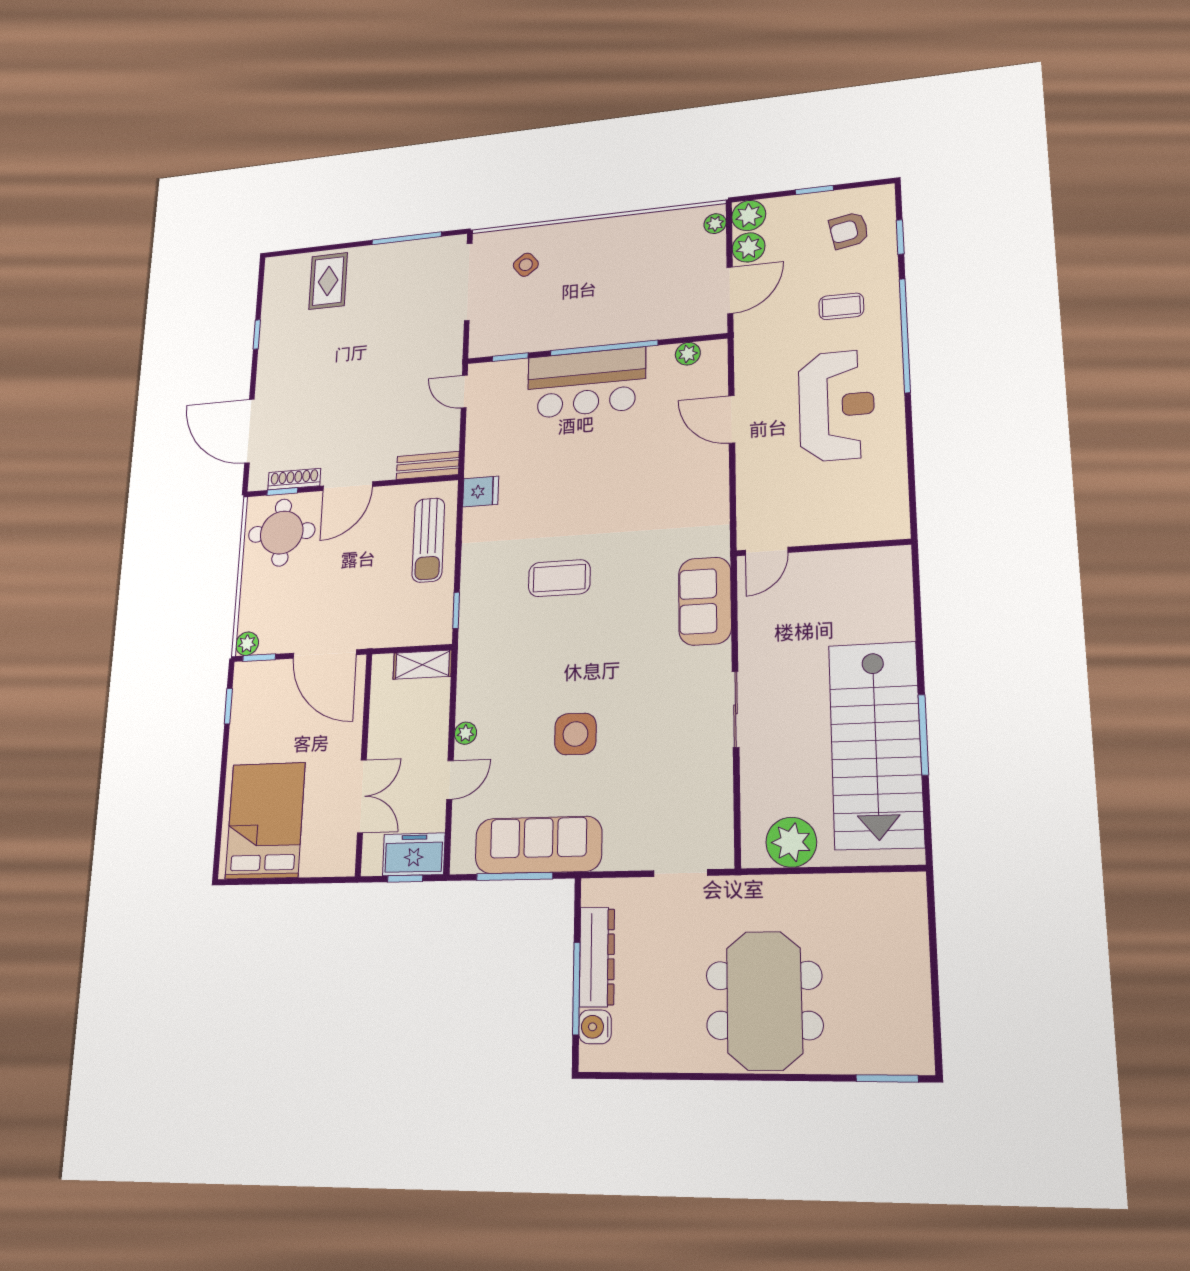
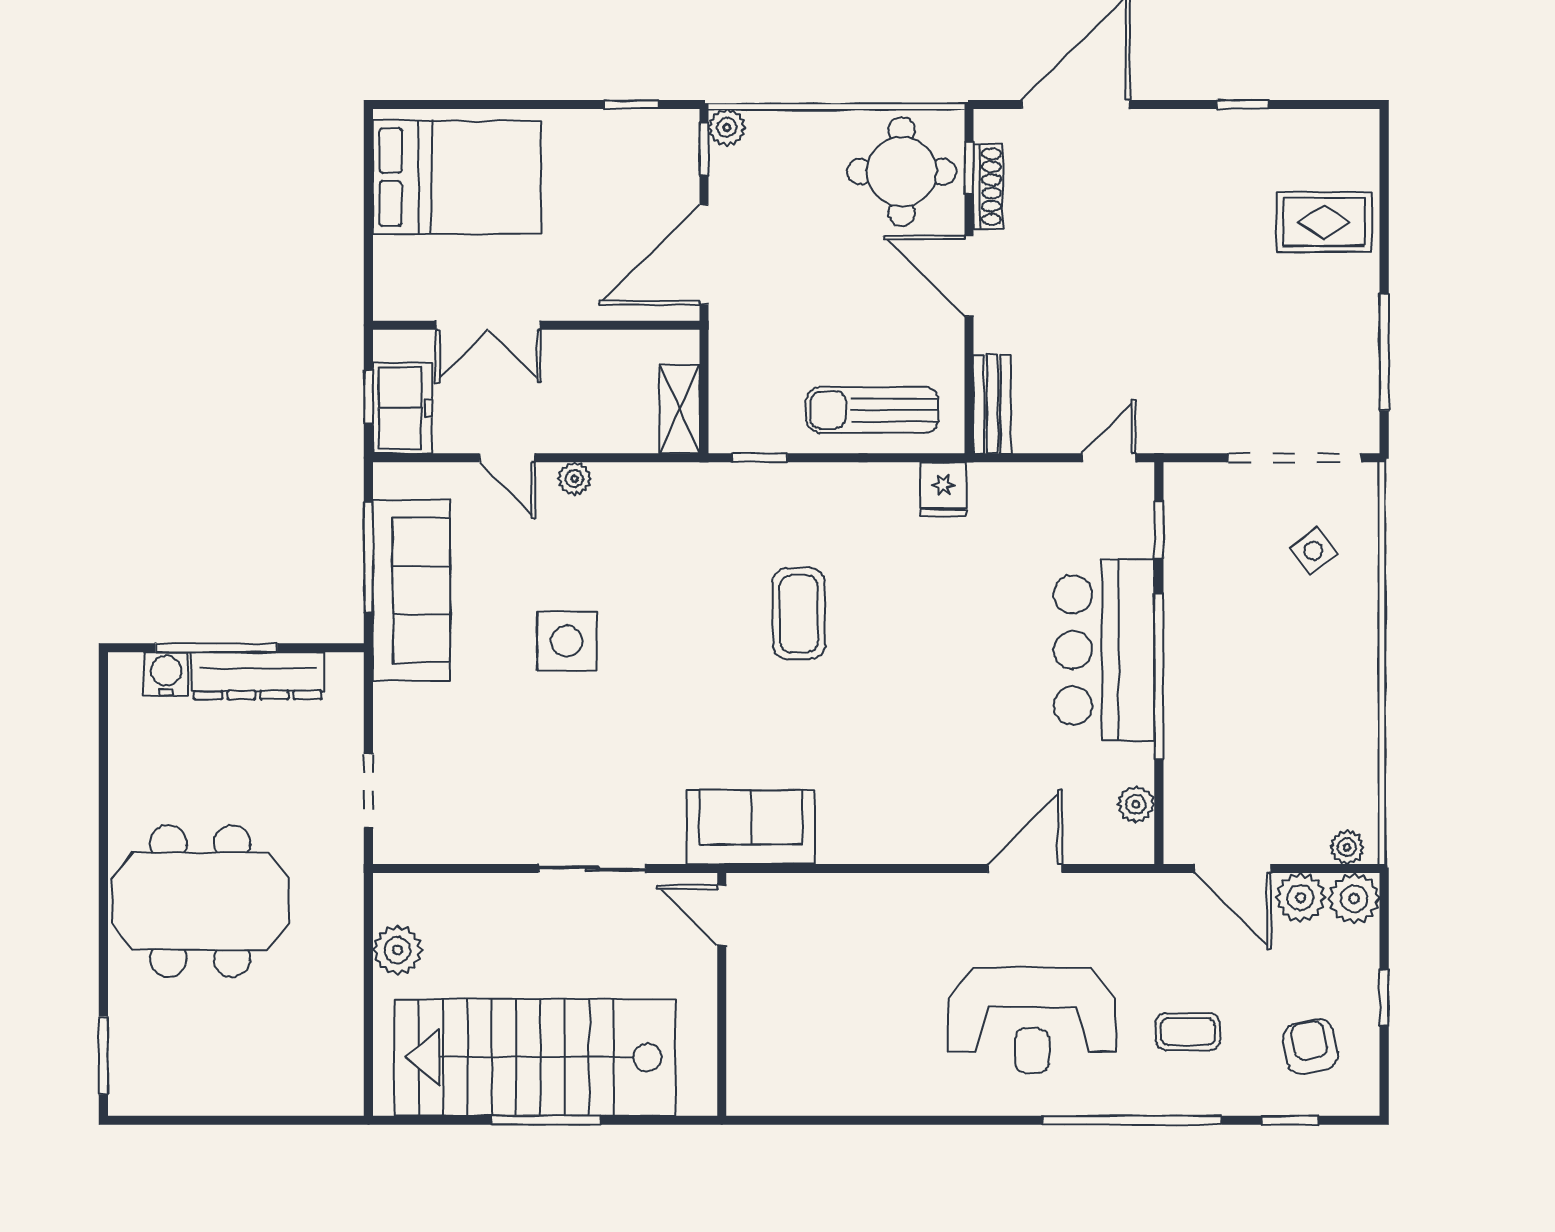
coffee table: (841, 306) -> (1188, 1032), turned 90
wall: (823, 548) -> (722, 994), moved
door: (767, 551) -> (722, 916), moved
plant: (791, 842) -> (398, 950), width x0.73, depth x0.73

